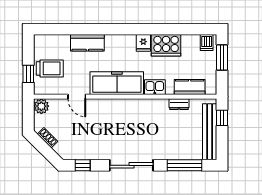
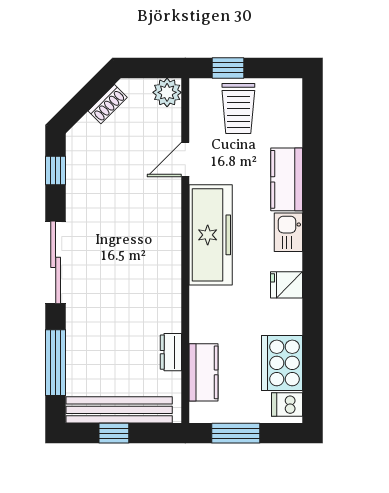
cooker: (166, 45) -> (282, 363), moved
window: (222, 58) -> (236, 433), moved
kitchen sink: (155, 87) -> (288, 232), moved, turned 180
window: (222, 118) -> (114, 433), moved

